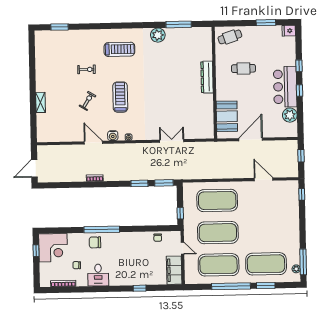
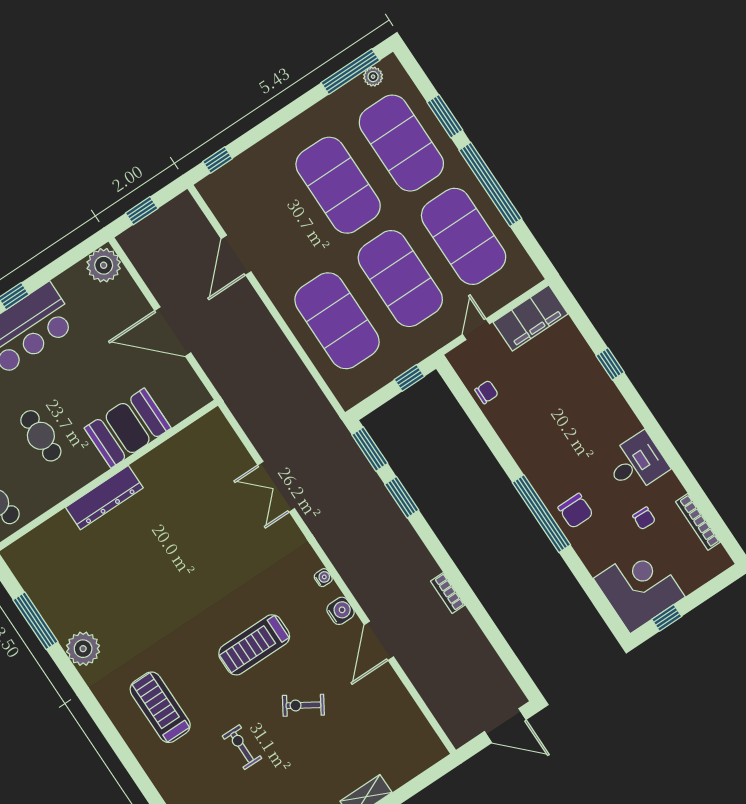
plant: (290, 115) -> (104, 265), moved
booth: (227, 116) -> (128, 428), moved
exercise mat: (265, 232) -> (338, 185), added

